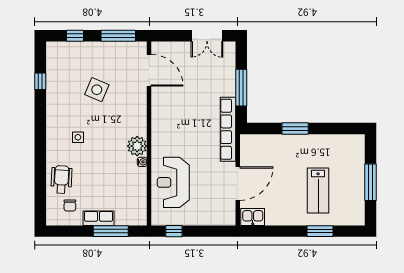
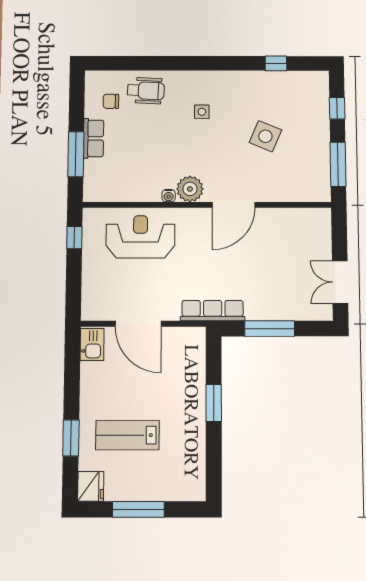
door: (149, 70) -> (233, 205), moved
row of seats: (228, 129) -> (213, 311), width x0.73
fridge: (354, 216) -> (91, 486), added

